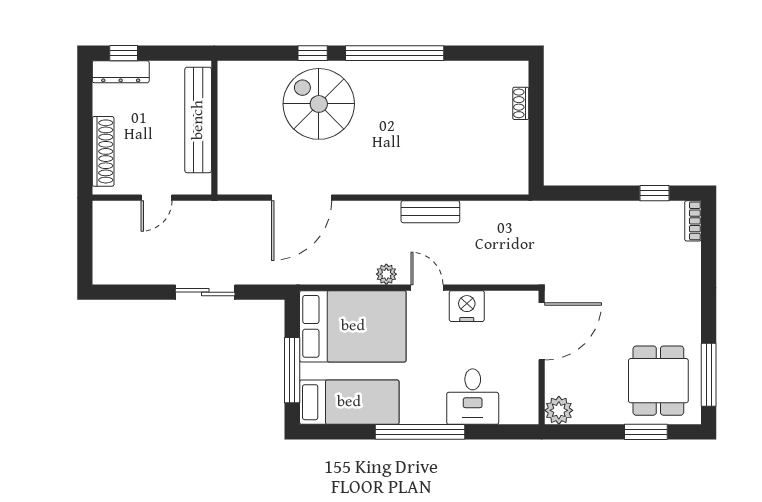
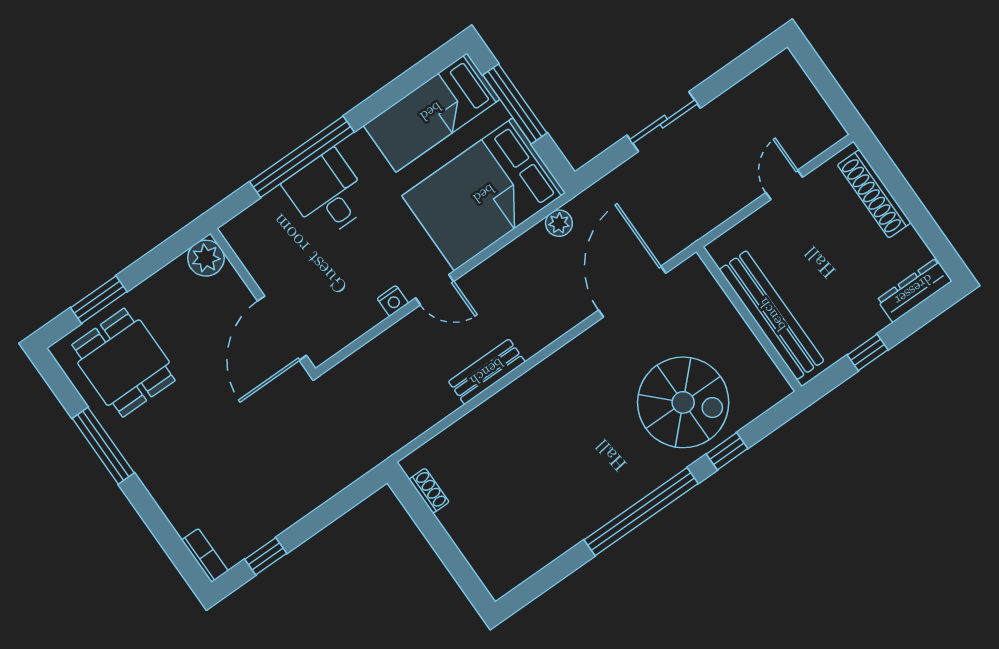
window: (124, 53) -> (868, 352), moved
shoe rack: (521, 103) -> (429, 491), moved
bench: (198, 120) -> (772, 315), moved
wall: (214, 128) -> (749, 319), moved
plant: (386, 274) -> (559, 223), moved
nightstand: (467, 306) -> (393, 301), width x0.53, depth x0.56
window: (709, 375) -> (103, 446), moved
desk: (473, 397) -> (328, 194), moved
window: (420, 432) -> (302, 157), moved

